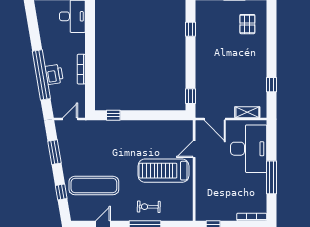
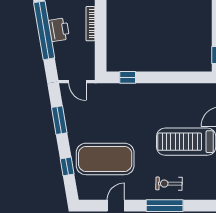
door: (70, 119) -> (77, 82), swing flipped
exercise mat: (94, 186) -> (105, 159), width x1.47

